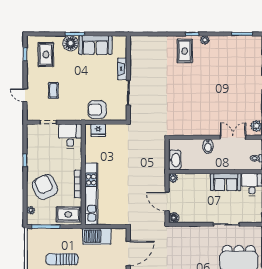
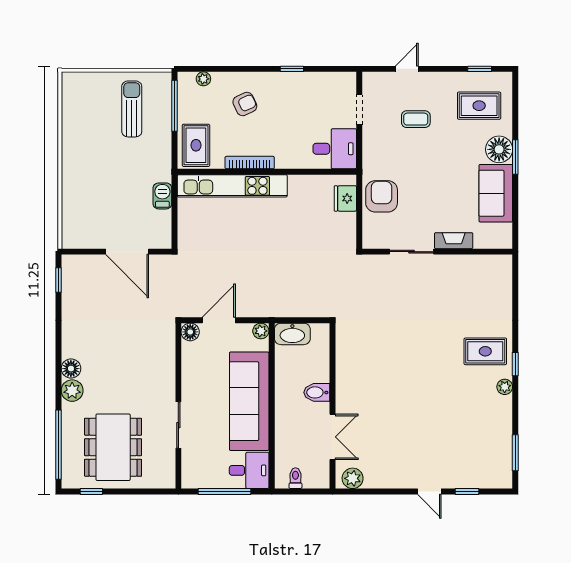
sofa: (226, 182) -> (249, 401), width x1.85, depth x1.27
armchair: (45, 187) -> (245, 104), width x0.53, depth x0.53
barbecue: (97, 236) -> (162, 196), width x0.53, depth x0.65
sun lounger: (62, 259) -> (132, 109), moved

